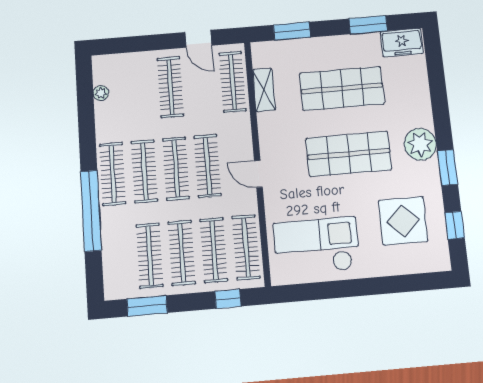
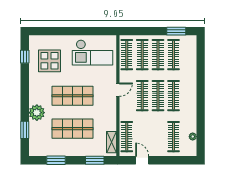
freezer: (402, 43) -> (40, 150), removed
clothes rail: (170, 87) -> (174, 137), moved
shelving: (264, 90) -> (111, 142), moved
plant: (420, 144) -> (37, 113), moved
window: (447, 168) -> (25, 130), moved
clothes rail: (113, 174) -> (189, 96), removed
door: (258, 174) -> (118, 90), hinge flipped
window: (91, 211) -> (201, 79), removed
window: (228, 299) -> (137, 31), removed

